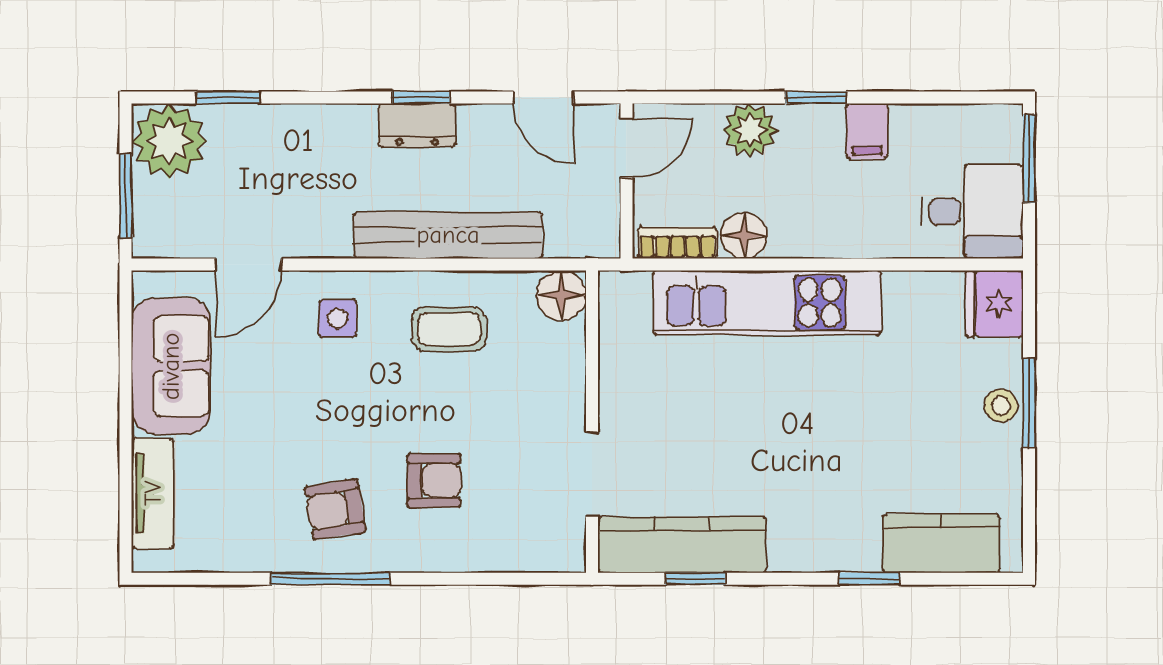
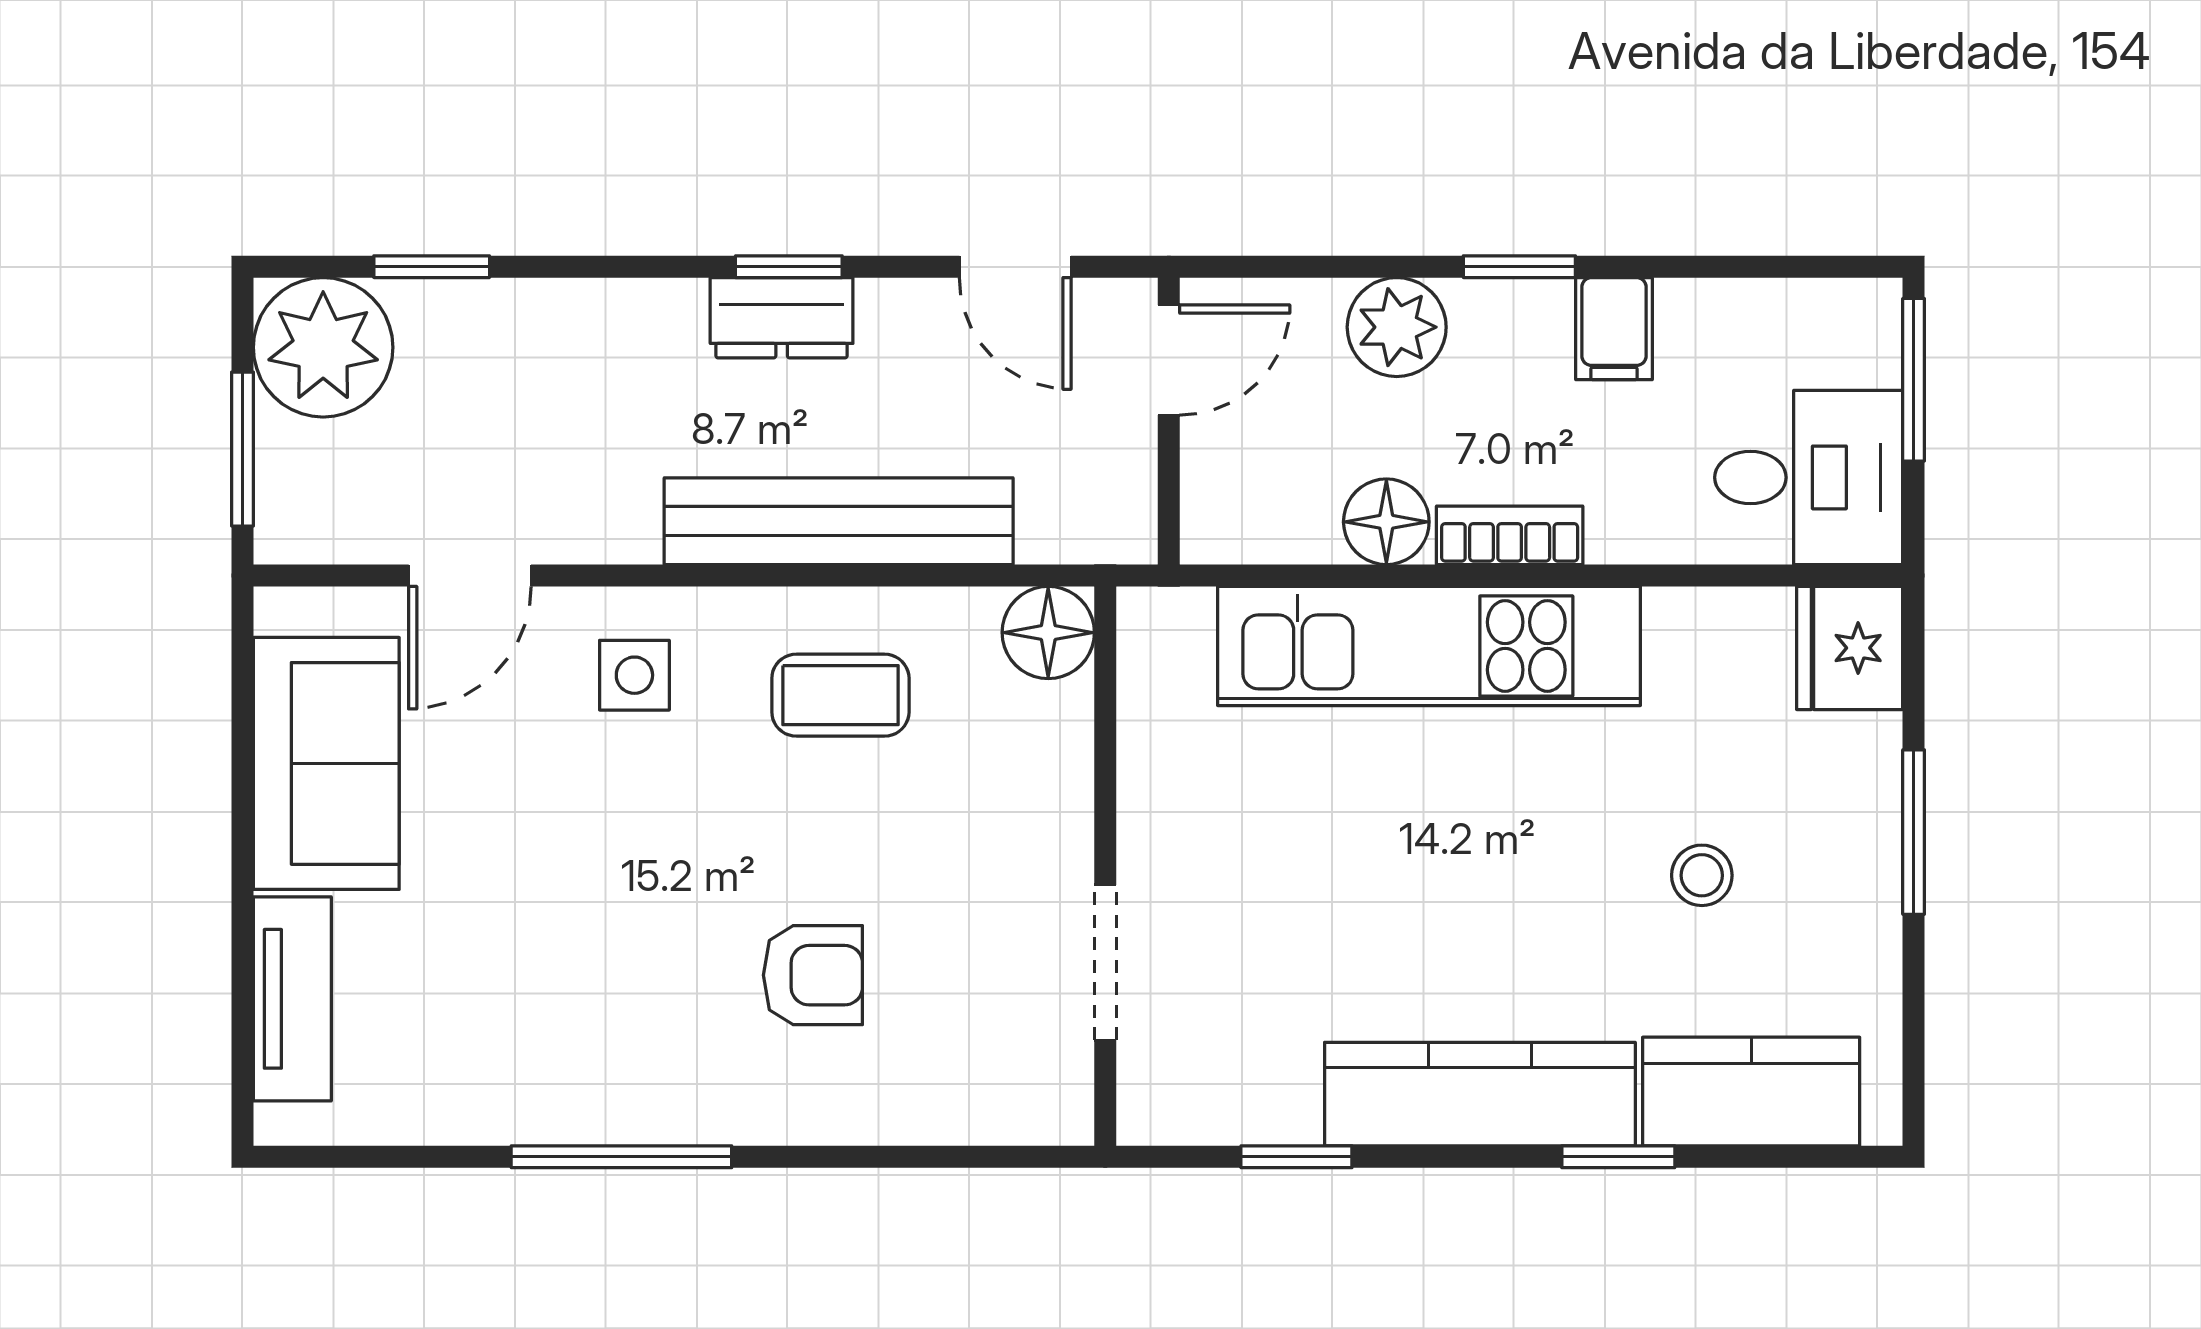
bookcase: (677, 243) -> (1510, 535), moved
stool: (1001, 406) -> (1702, 875), moved
armchair: (335, 509) -> (630, 1029), removed
kitchen counter: (682, 545) -> (1480, 1094), moved

